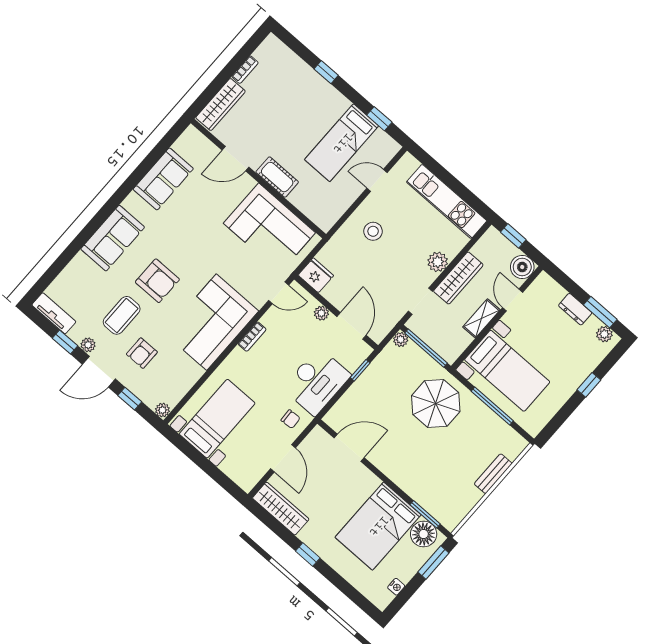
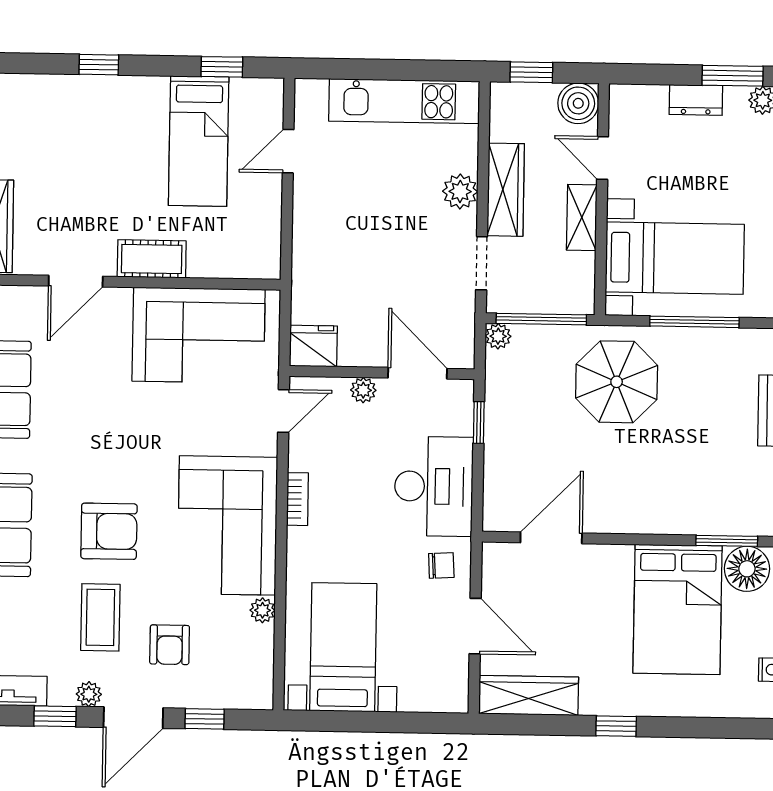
stool: (373, 231) -> (340, 223), removed
plant: (162, 410) -> (262, 610), moved

